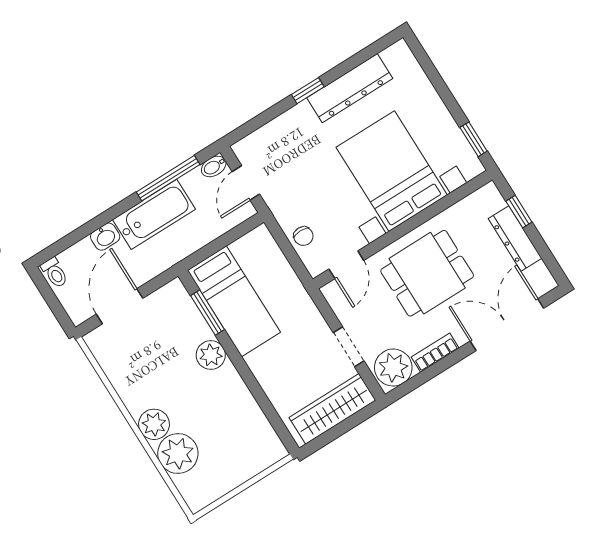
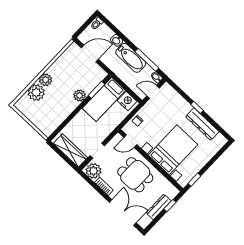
nightstand: (252, 249) -> (127, 101), added

